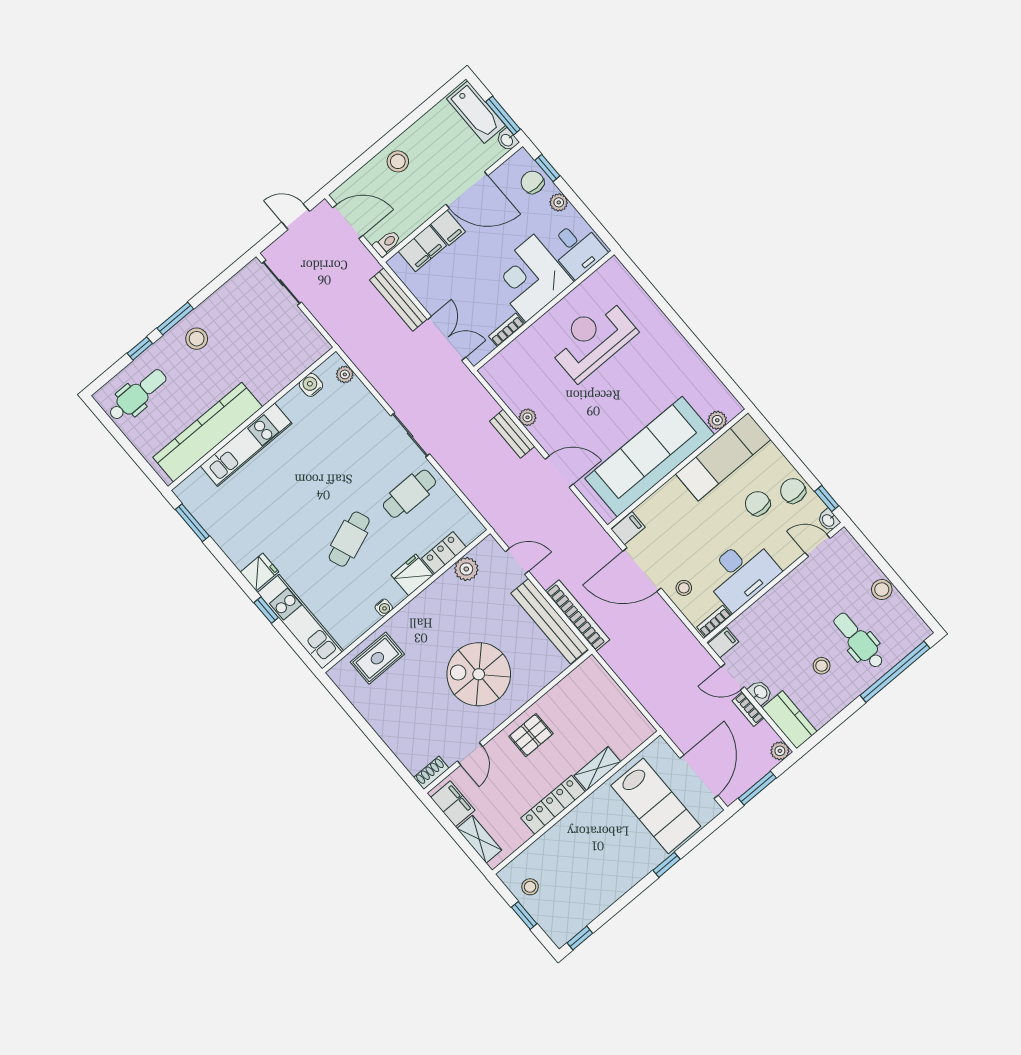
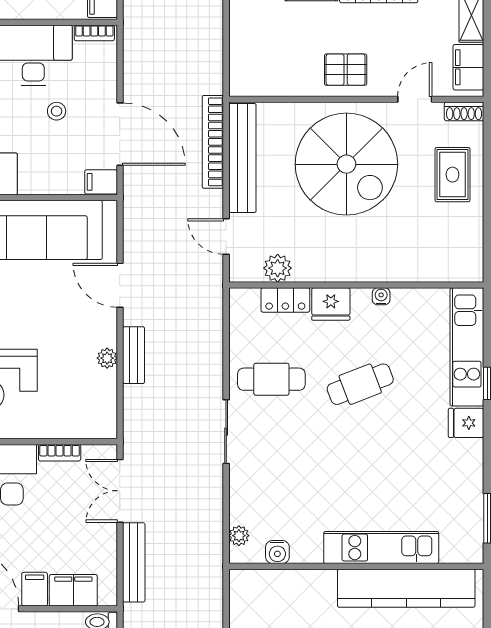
stool: (684, 588) -> (57, 111), moved
rug: (377, 658) -> (452, 175), moved, turned 90
spiral stairs: (479, 674) -> (346, 164), width x1.37, depth x1.37

